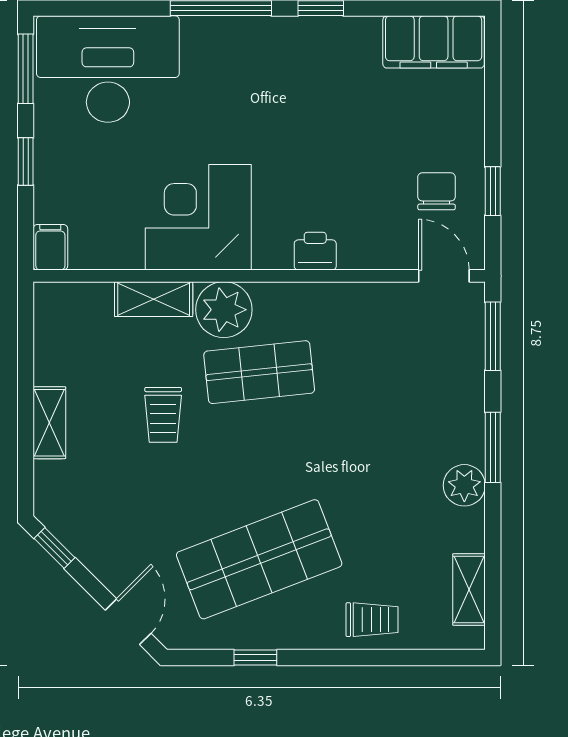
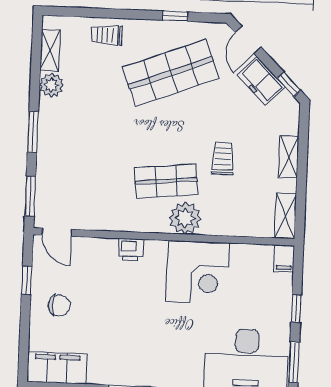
chair: (437, 191) -> (59, 305), moved, turned -90
shelving: (154, 299) -> (285, 216), moved, turned 90
plant: (464, 485) -> (51, 85), moved
freezer: (102, 552) -> (261, 81), added

